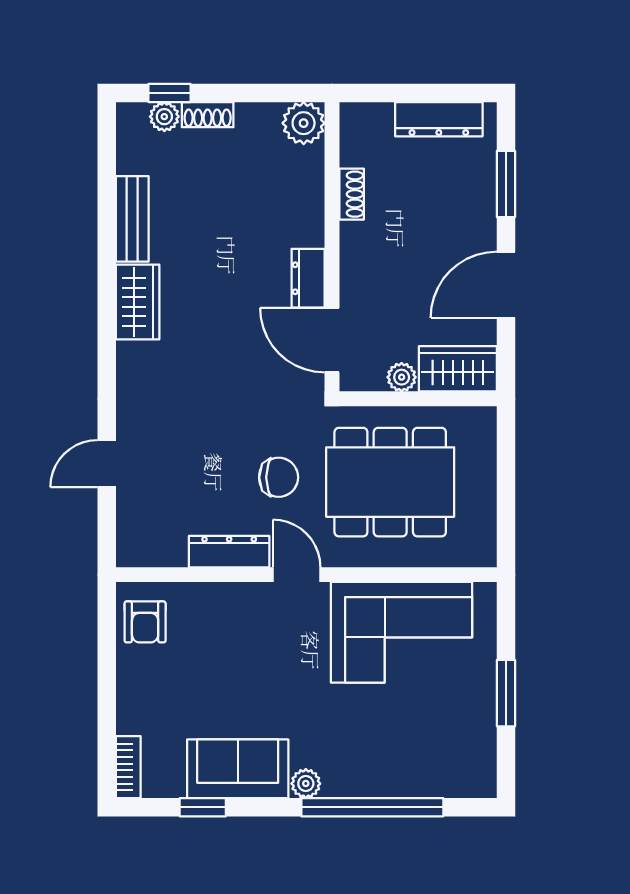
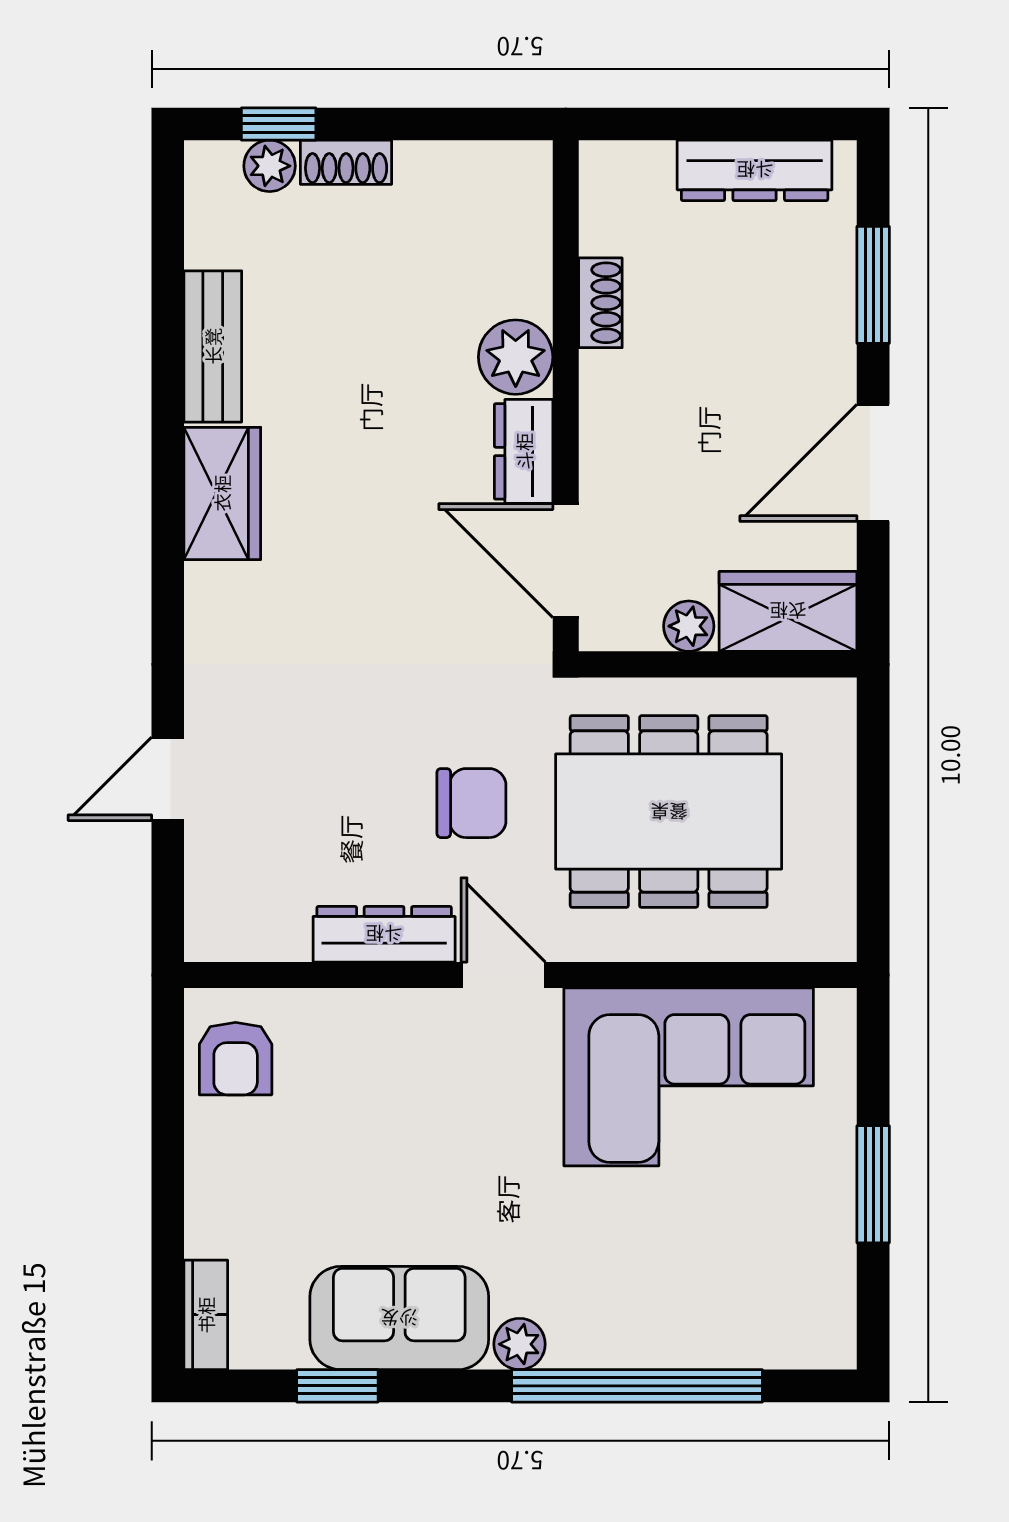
plant: (304, 123) -> (516, 357), moved

